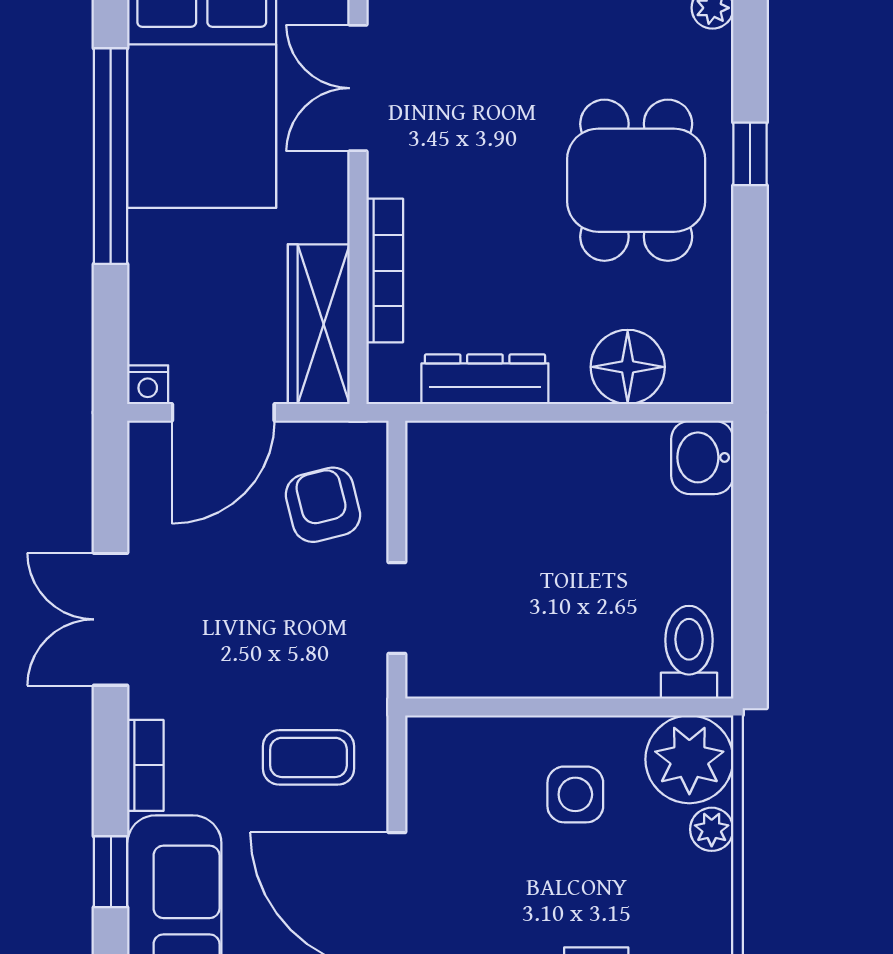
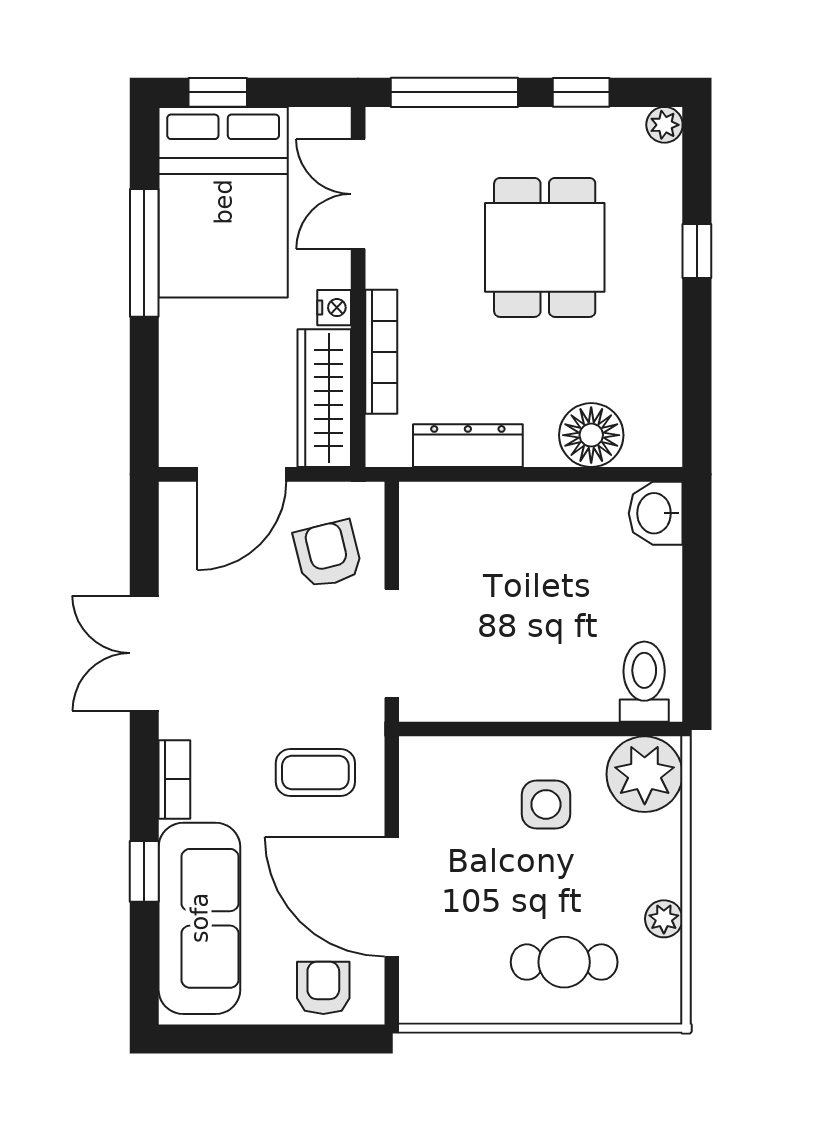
window: (111, 156) -> (144, 253), width x0.68
dining table: (636, 180) -> (545, 247), moved
nightstand: (148, 385) -> (334, 308), moved, turned -90
doorway: (397, 608) -> (392, 643), width x1.38
plant: (712, 829) -> (664, 919), moved

